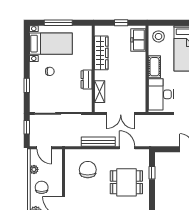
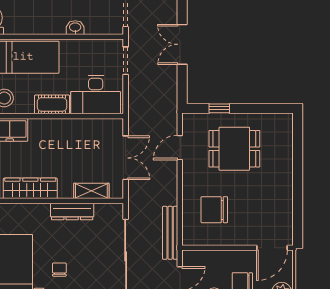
dresser: (87, 79) -> (72, 212), width x1.44
bench: (98, 142) -> (170, 233), moved
dining table: (126, 182) -> (234, 149), turned 90

